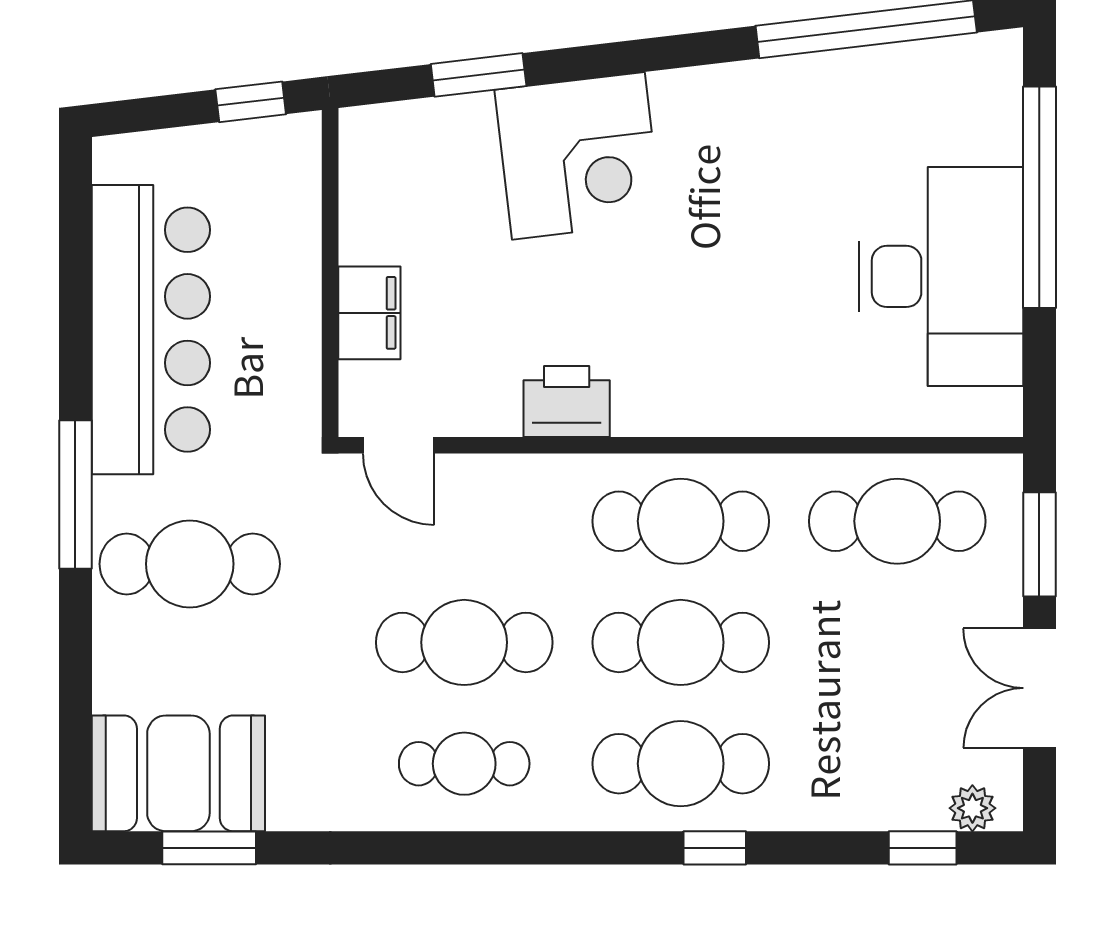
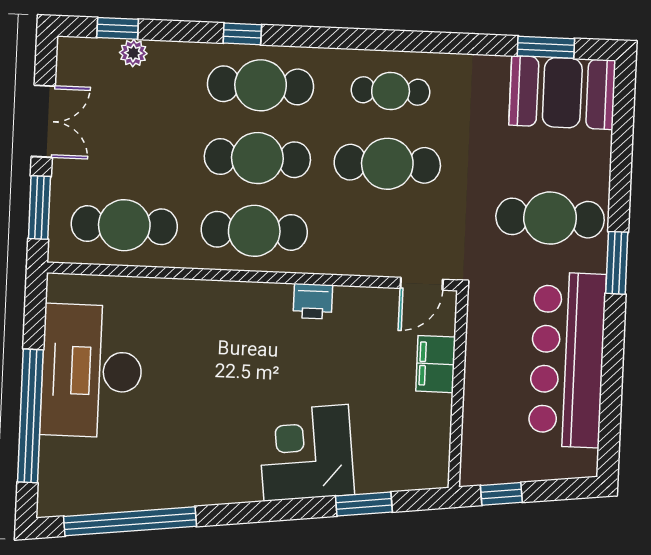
printer: (567, 401) -> (313, 301), width x0.73, depth x0.81
door: (398, 445) -> (422, 284), swing flipped
window: (75, 494) -> (617, 263), width x0.69
plant: (972, 808) -> (133, 53), moved

